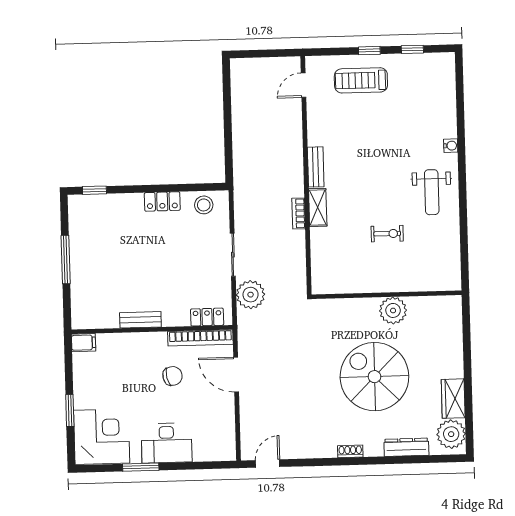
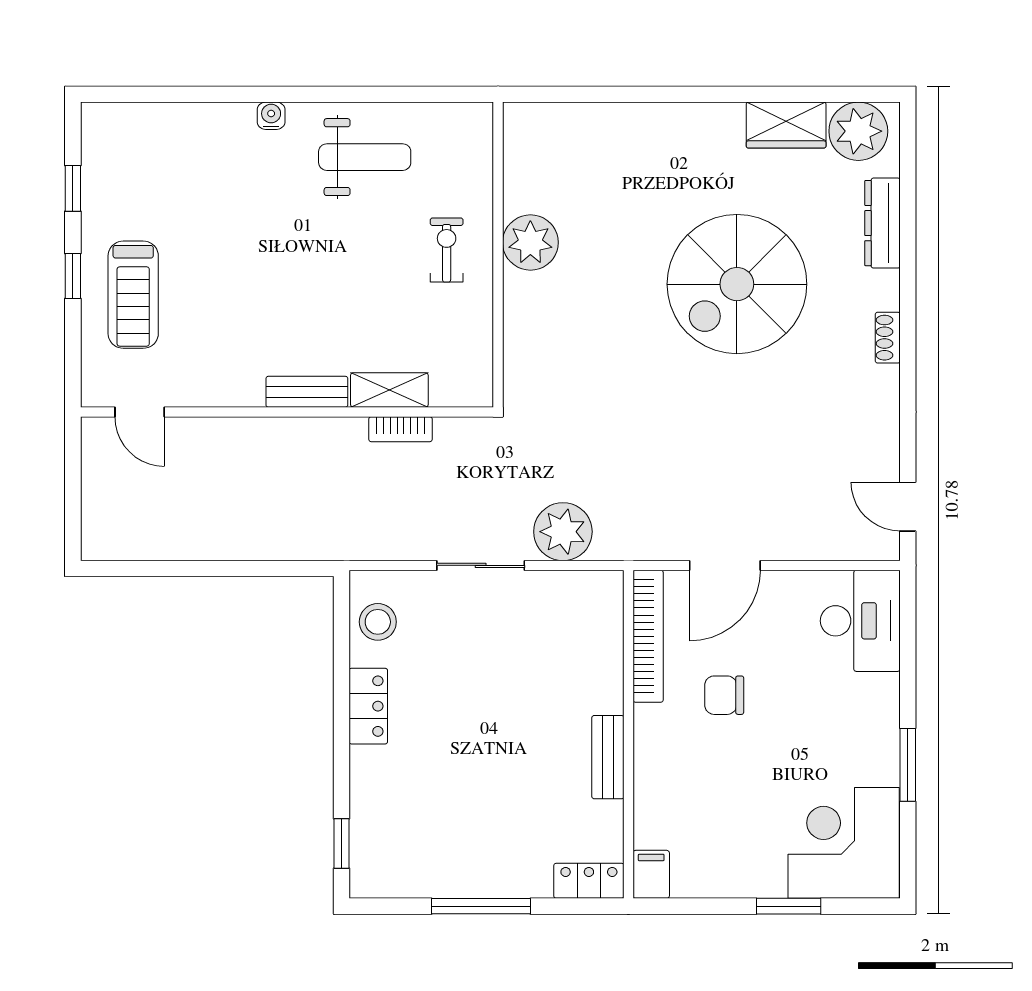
wall: (387, 295) -> (498, 255), moved
plant: (393, 310) -> (530, 242), moved
locker: (207, 317) -> (589, 881), moved, turned 90
chair: (173, 376) -> (724, 695), turned -77
desk: (167, 443) -> (860, 621), moved

